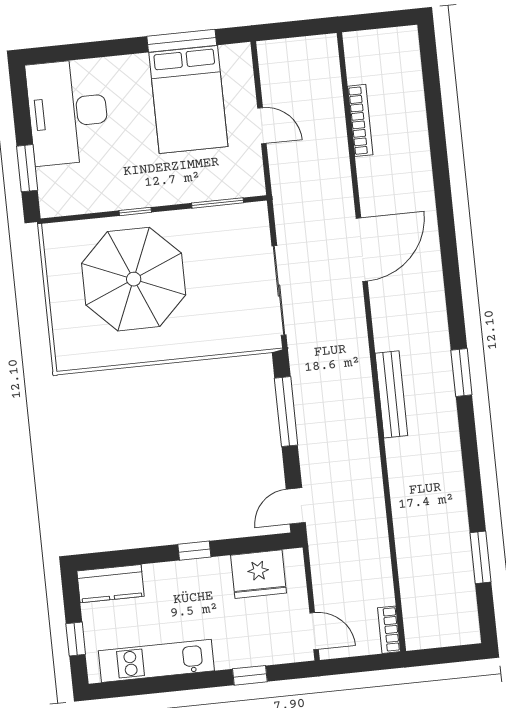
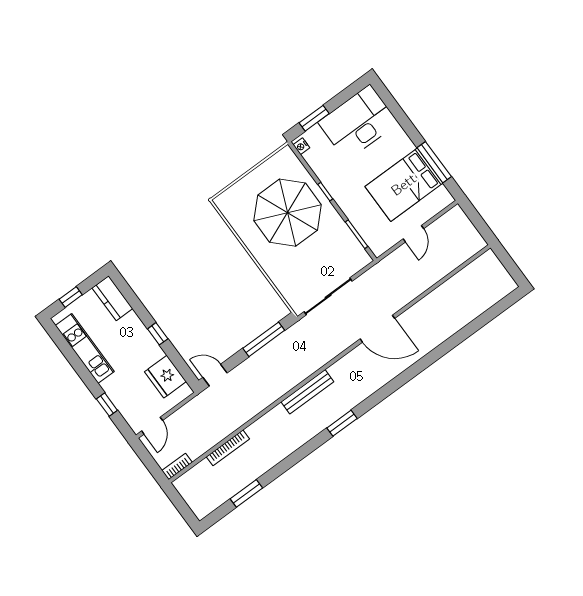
bookcase: (360, 120) -> (228, 448), moved
nightstand: (55, 208) -> (301, 146), added

